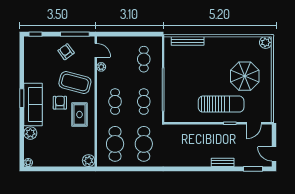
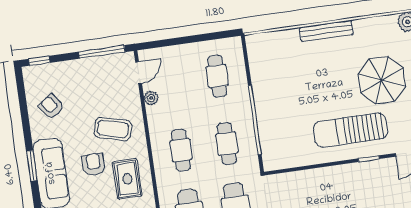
bench: (188, 41) -> (326, 31), moved
door: (96, 50) -> (139, 73), hinge flipped
armchair: (66, 52) -> (51, 107), moved
coffee table: (75, 83) -> (113, 129), width x0.73, depth x0.76
sun lounger: (221, 104) -> (350, 130), turned 180

